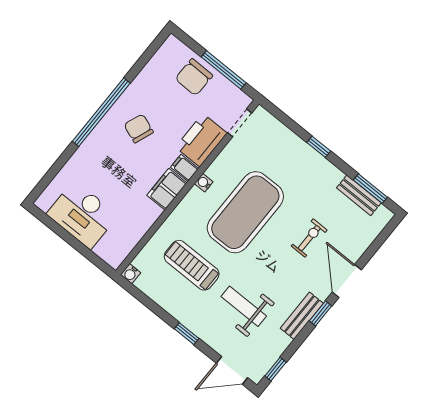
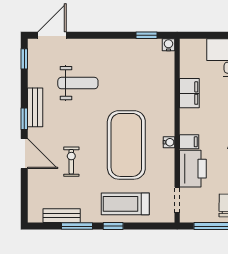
filing cabinet: (167, 189) -> (189, 93), moved
window: (370, 189) -> (77, 226), moved
exercise bike: (309, 238) -> (71, 162), turned 180
treadmill: (192, 265) -> (125, 204), moved, turned 180
window: (187, 334) -> (146, 35), moved

